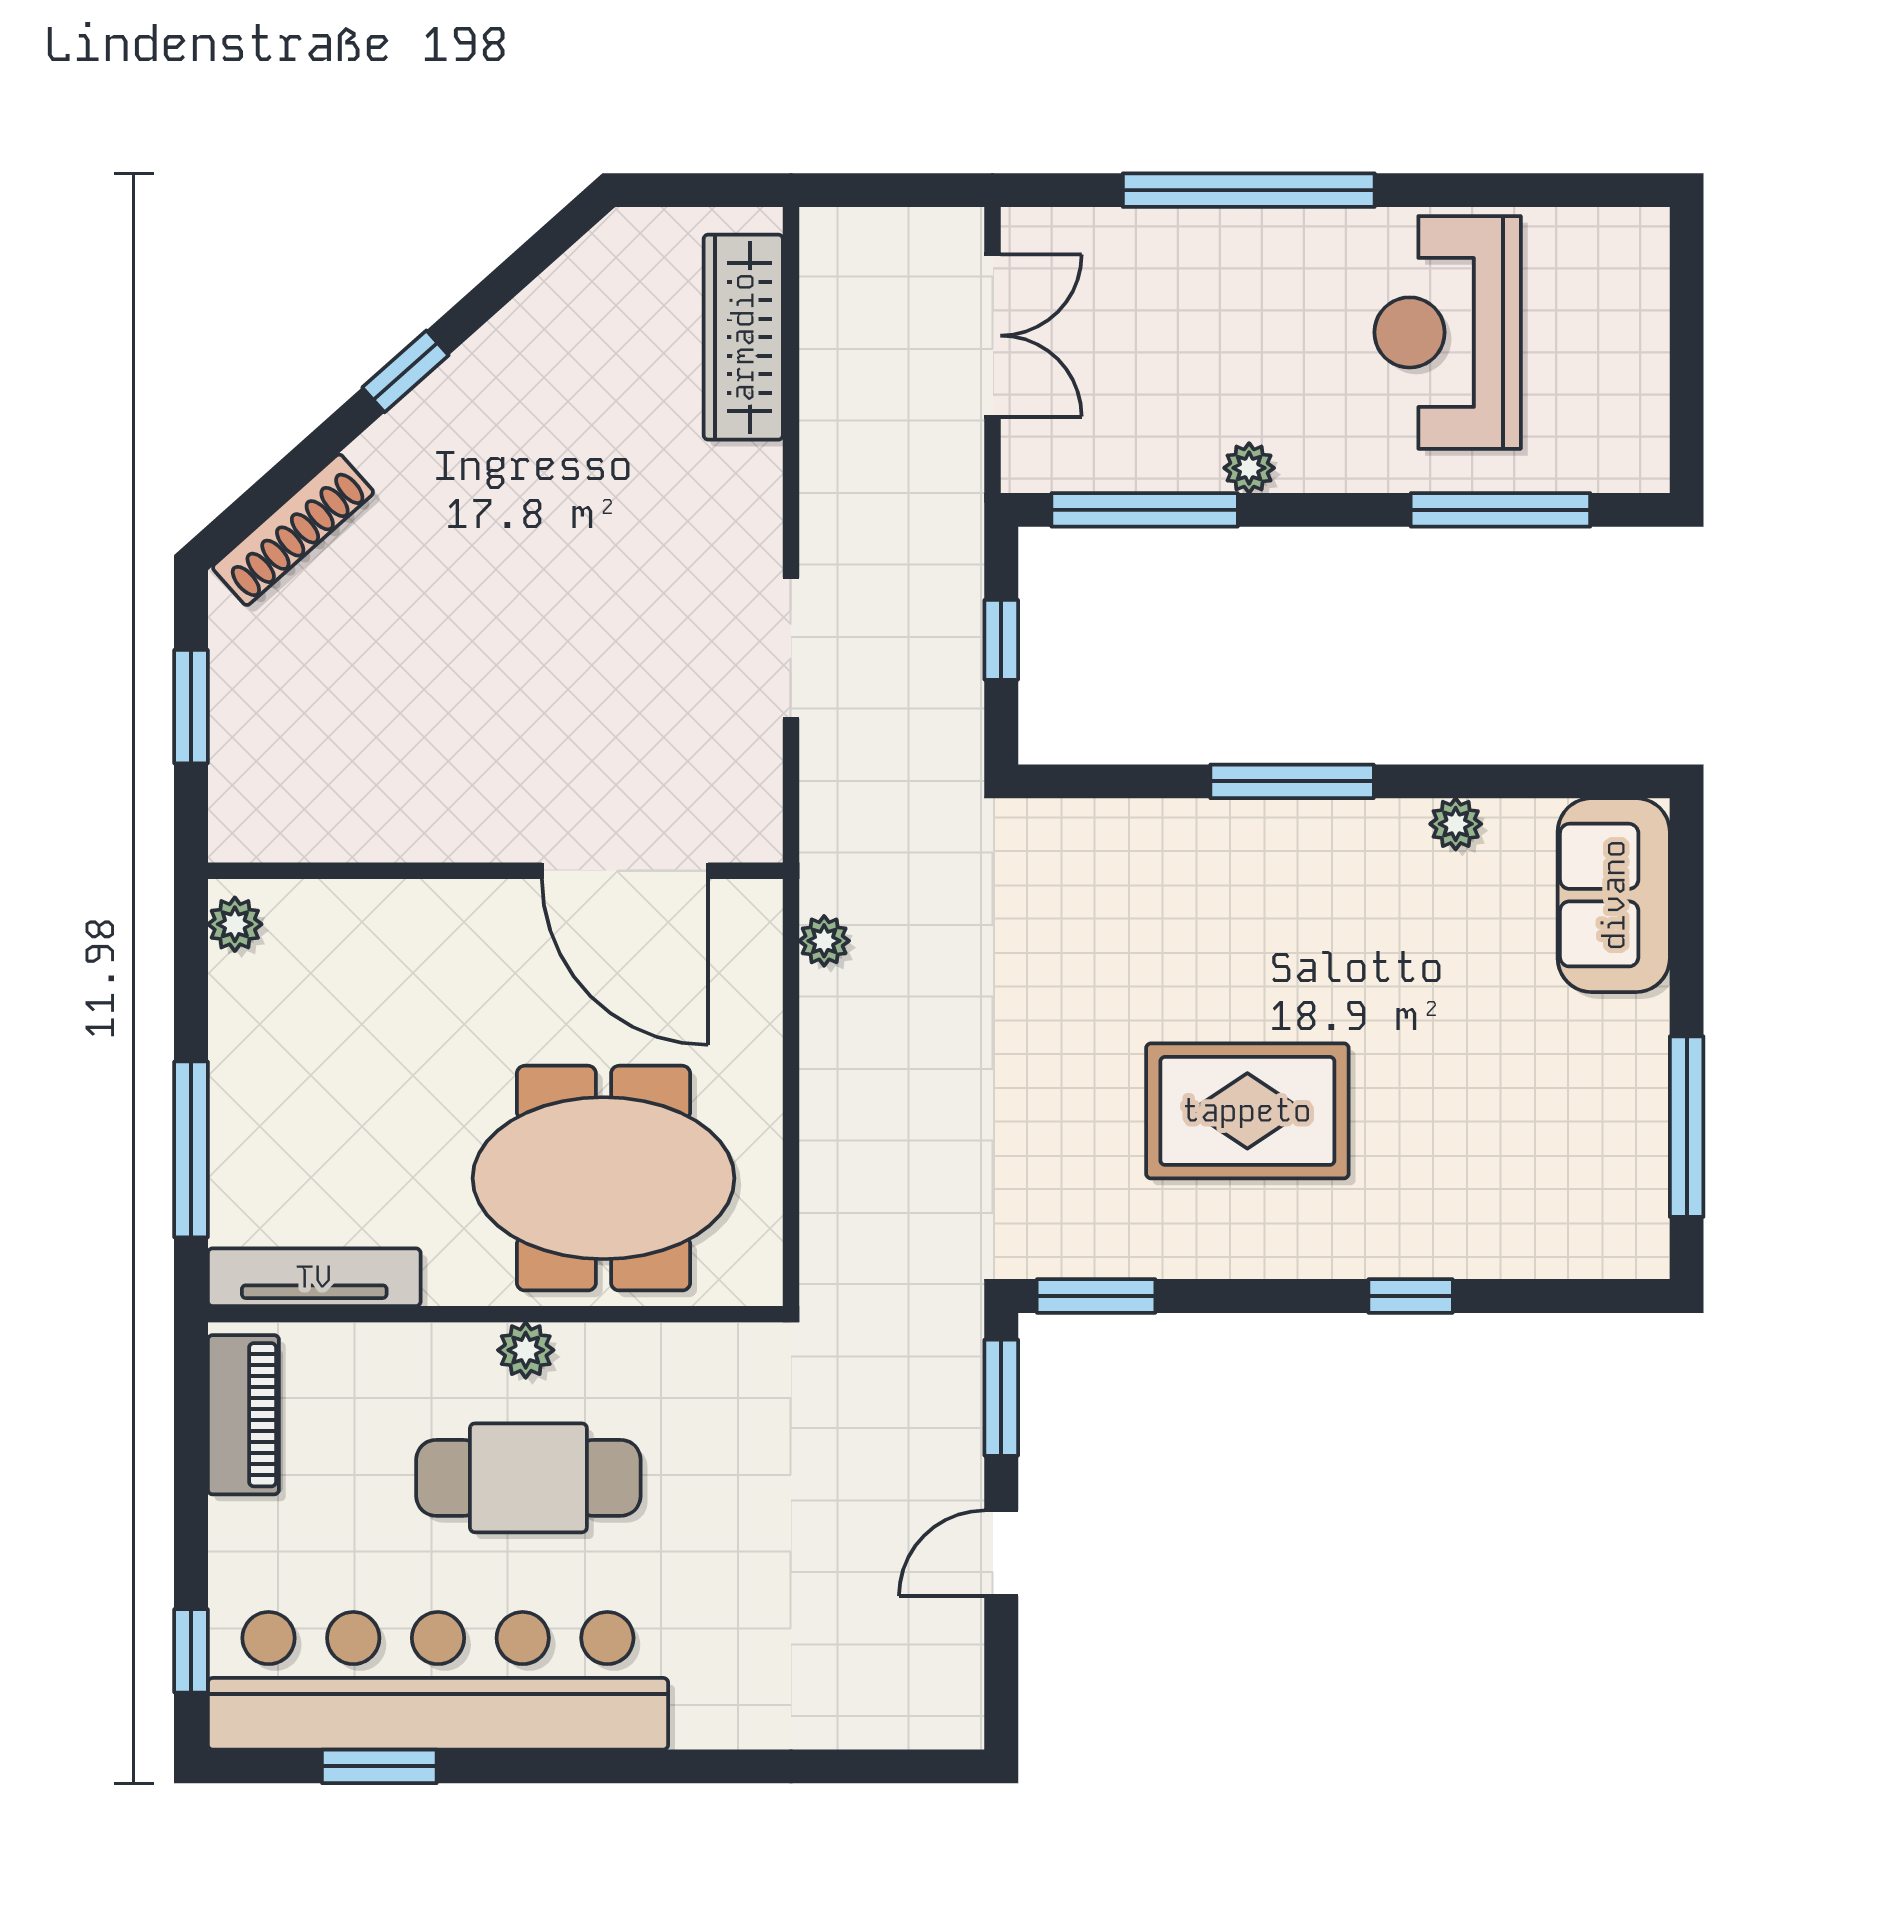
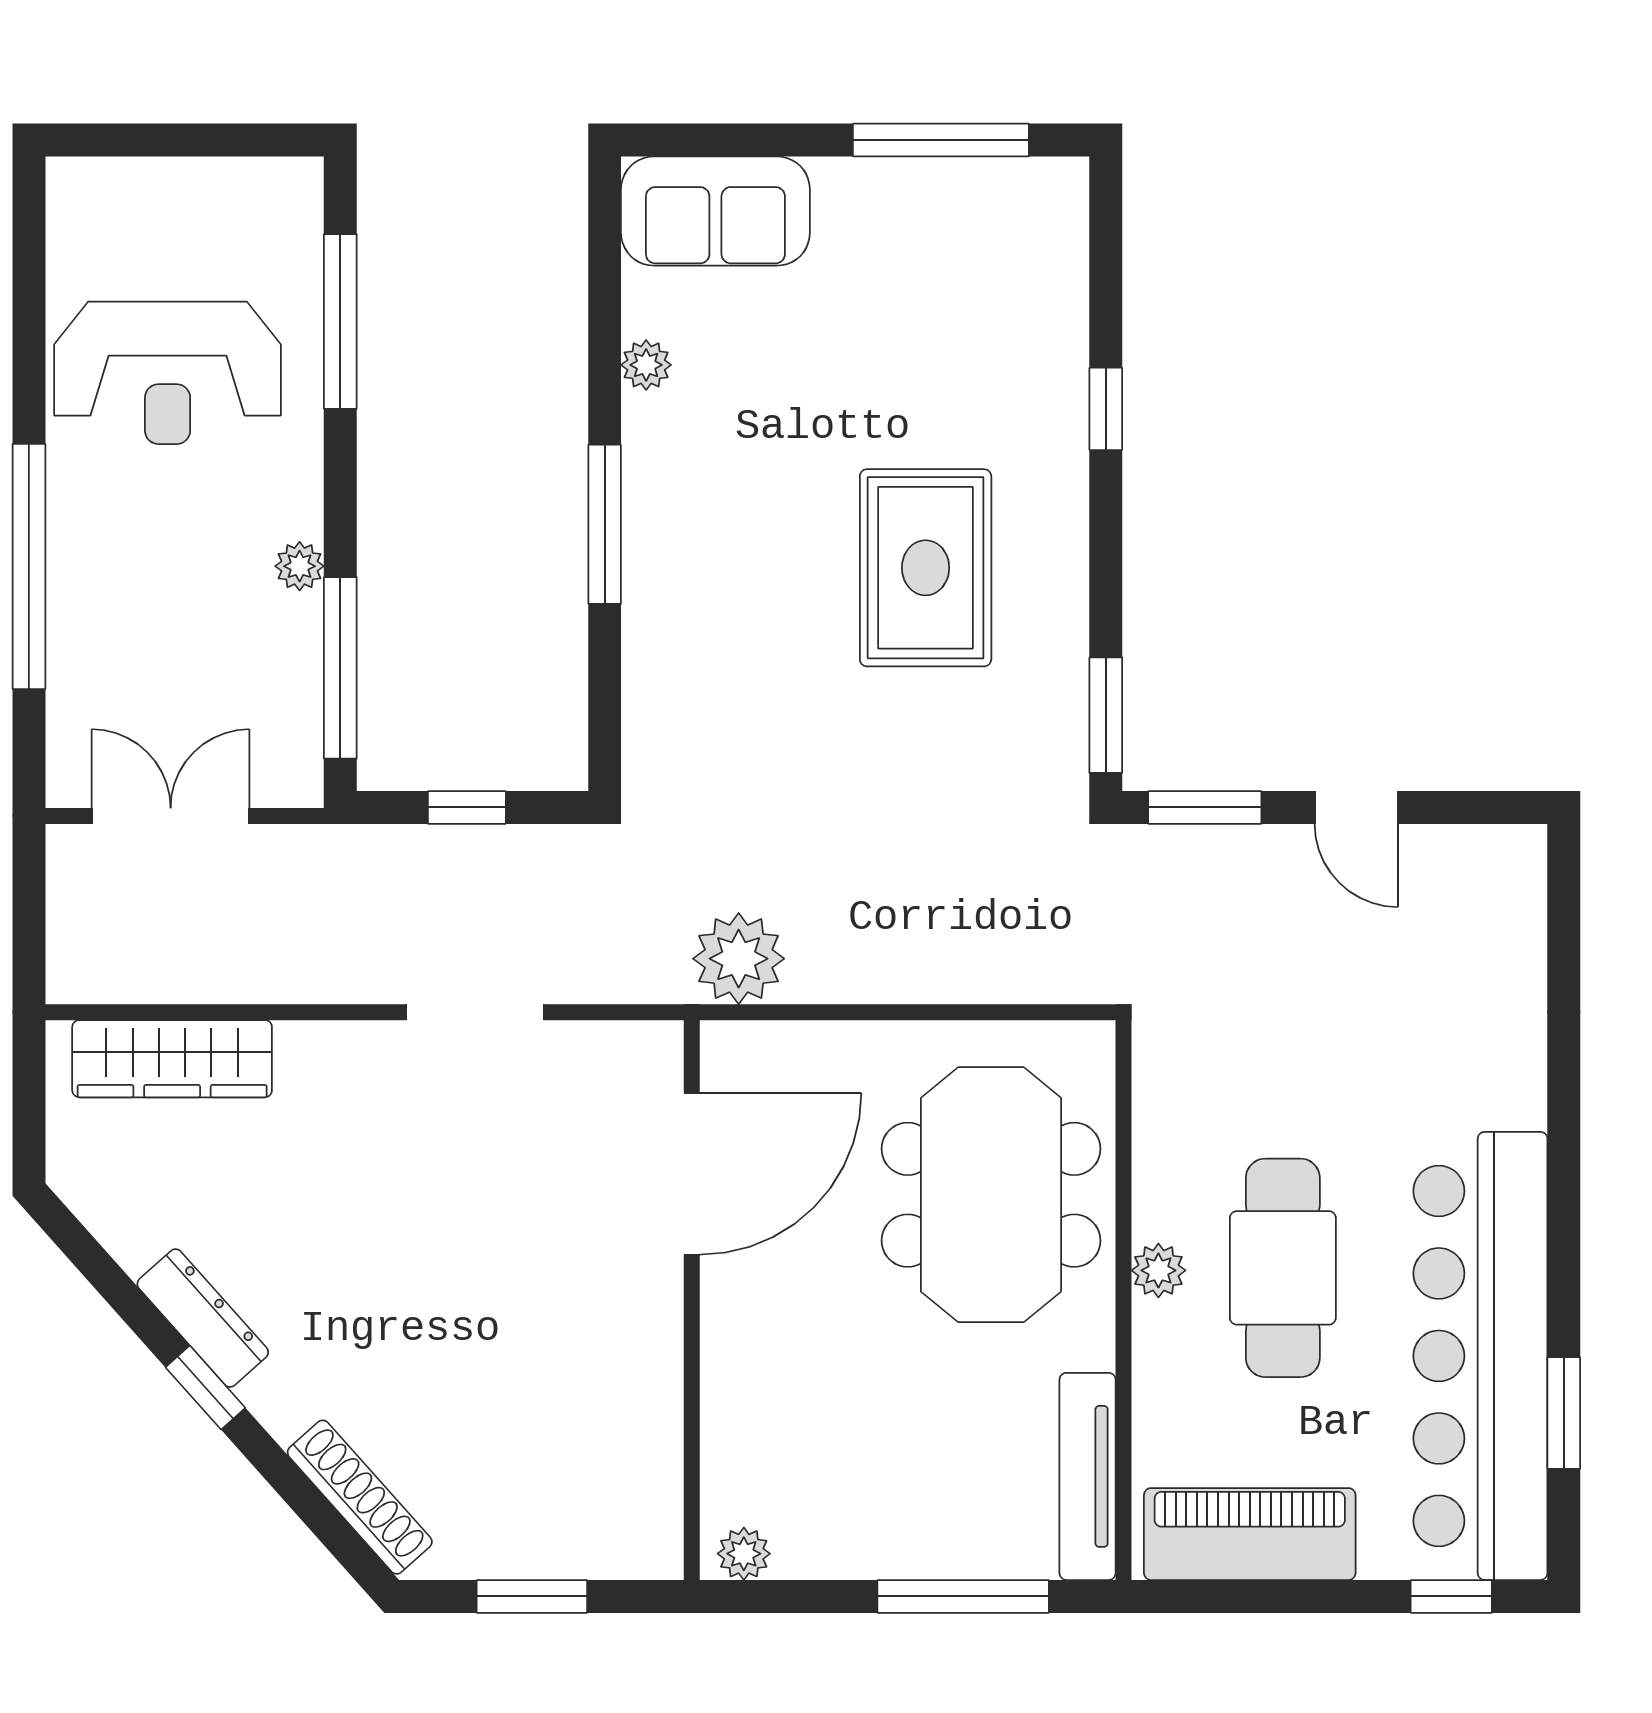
dresser: (477, 369) -> (203, 1318), added
plant: (824, 941) -> (739, 959), width x1.87, depth x1.87
piano: (243, 1415) -> (1250, 1534), width x1.37, depth x1.33

